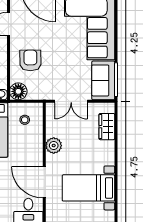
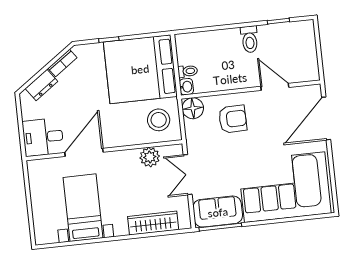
stool: (25, 120) -> (159, 120), width x1.89, depth x1.89
wardrobe: (107, 127) -> (153, 223), width x1.50
plant: (54, 145) -> (150, 157), moved

